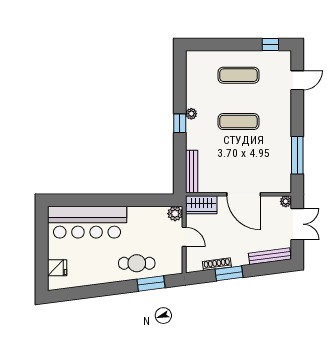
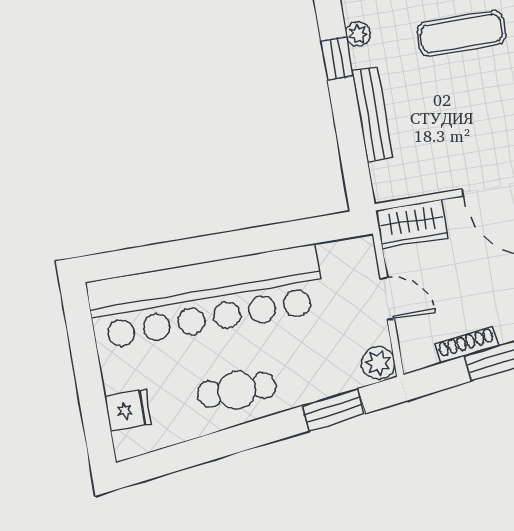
bench: (192, 171) -> (372, 114), moved
plant: (175, 214) -> (378, 363), moved
bar counter: (87, 222) -> (206, 297), width x1.36
cafe table: (137, 263) -> (237, 390), moved

